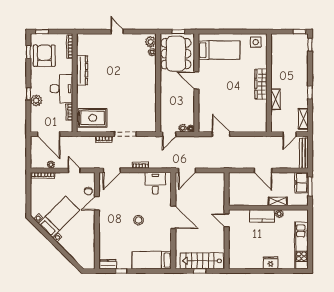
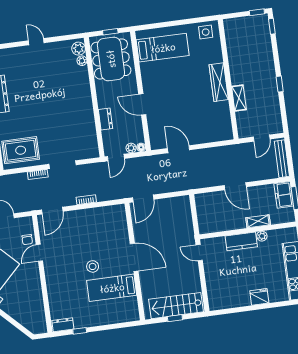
door: (196, 80) -> (142, 104), moved
dresser: (165, 102) -> (105, 119), added
shelving: (303, 119) -> (276, 117), removed
desk: (155, 183) -> (107, 219), removed
bed: (152, 260) -> (112, 288), moved

